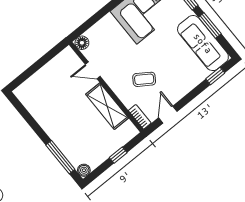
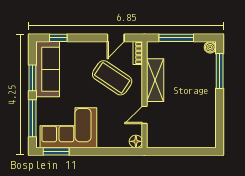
door: (93, 70) -> (144, 115), swing flipped
coffee table: (144, 79) -> (112, 78), width x1.86, depth x1.72
window: (118, 155) -> (176, 38), width x2.17

